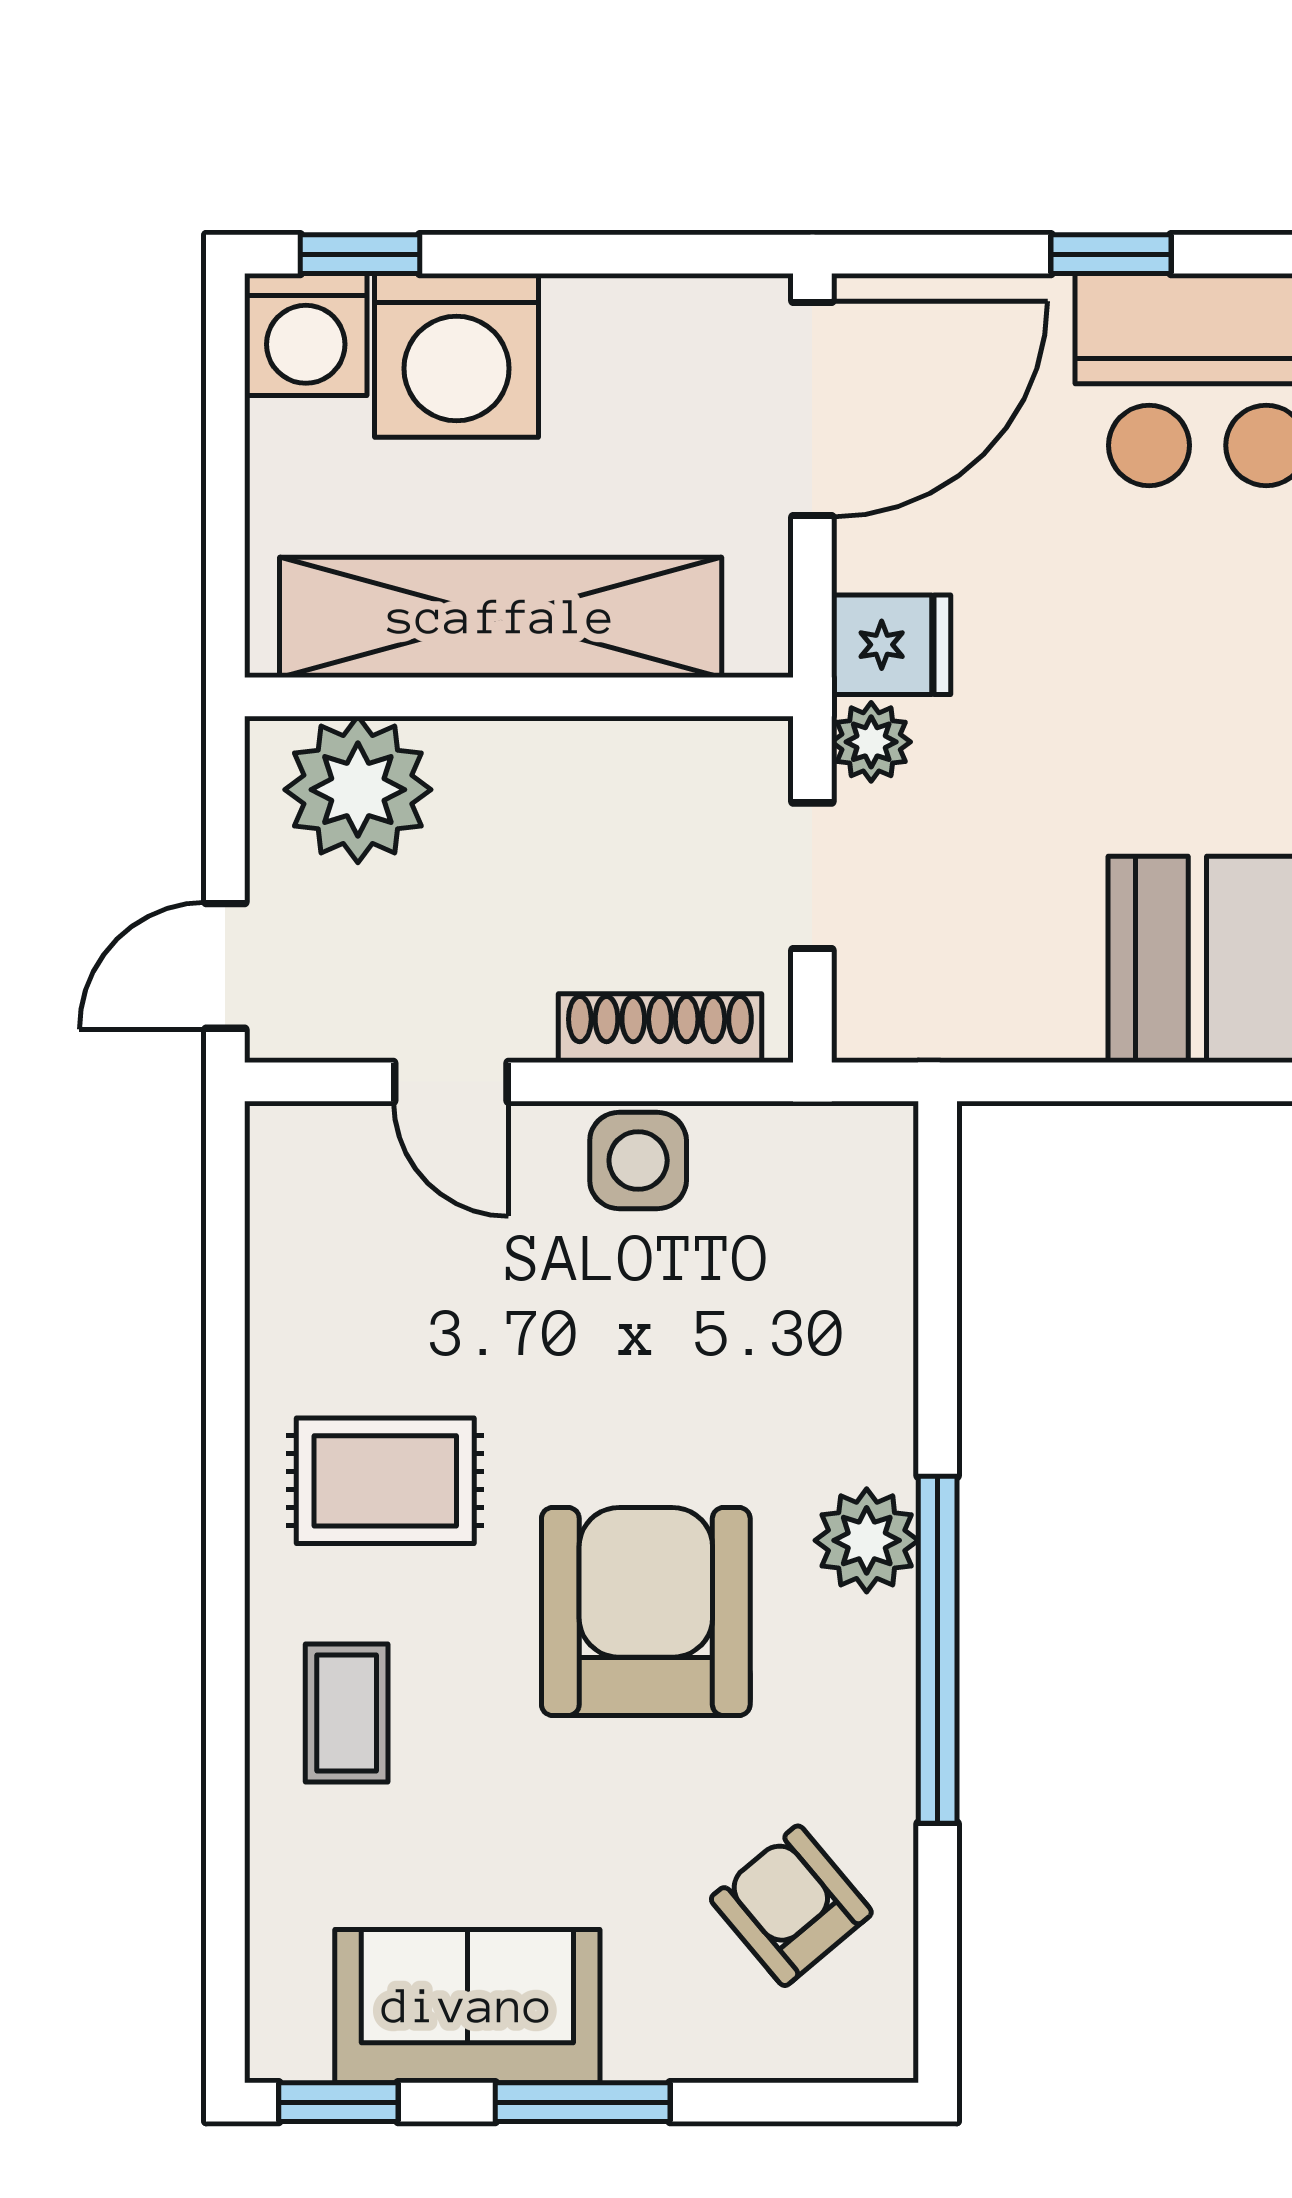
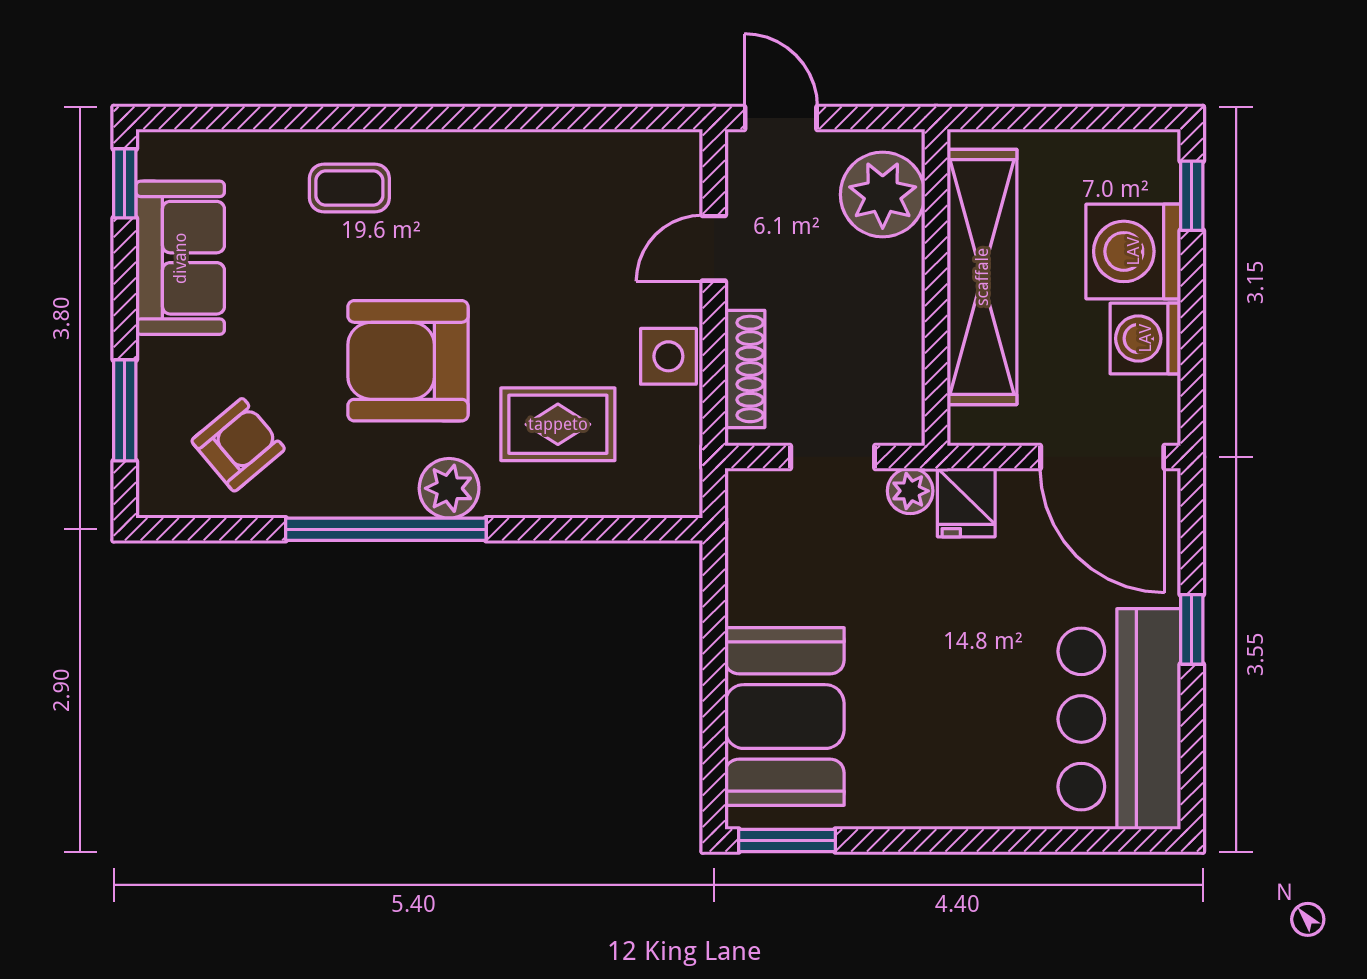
washing machine: (306, 335) -> (1145, 338), moved
rug: (385, 1481) -> (558, 424), moved, turned 90
armchair: (646, 1612) -> (408, 361), turned 180
window: (583, 2102) -> (125, 410), moved

